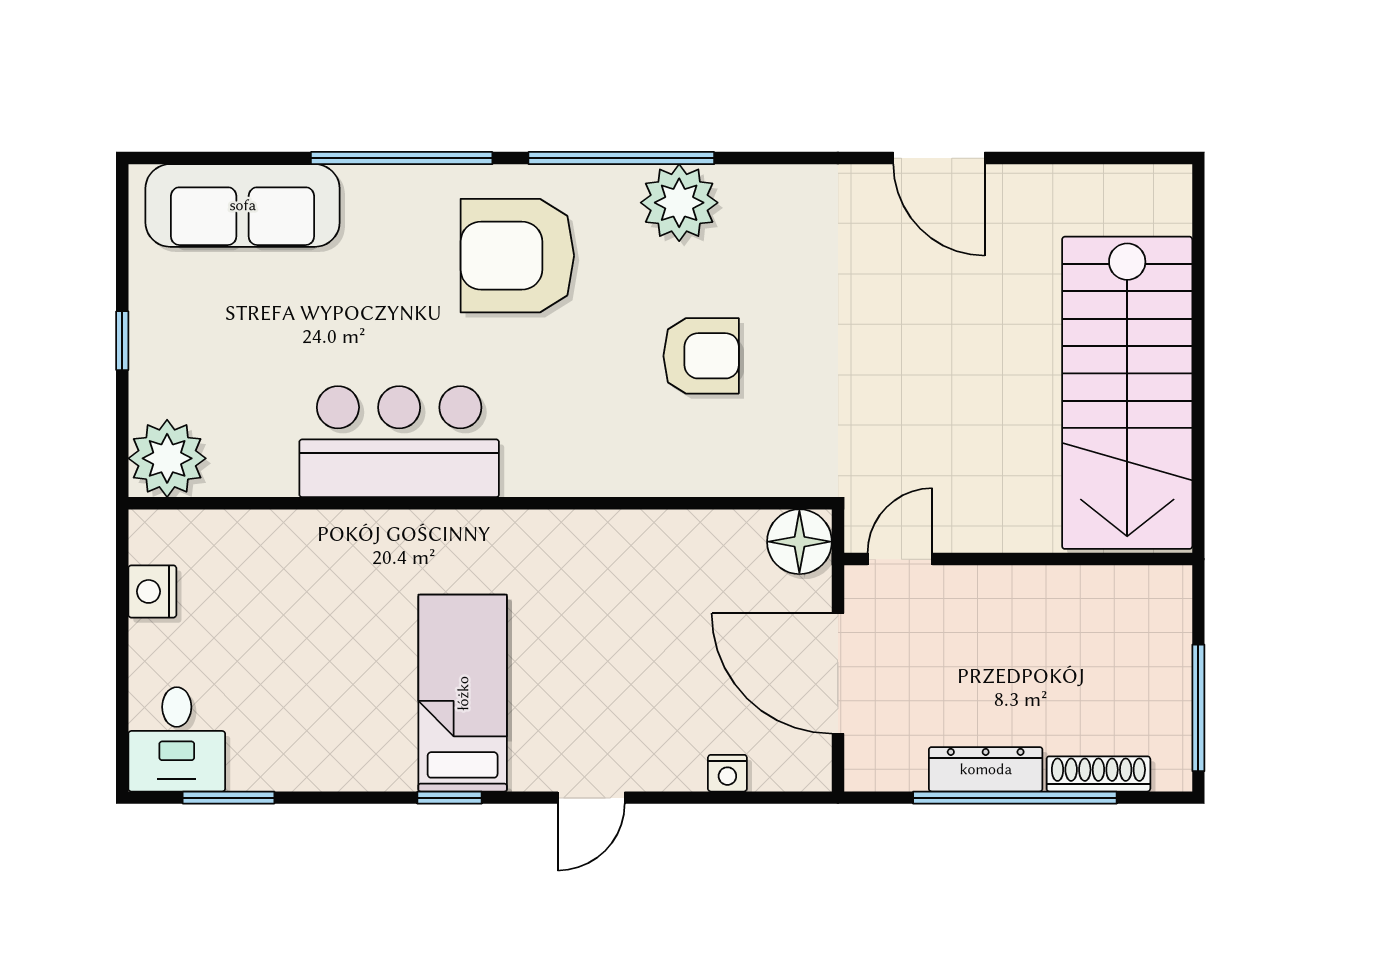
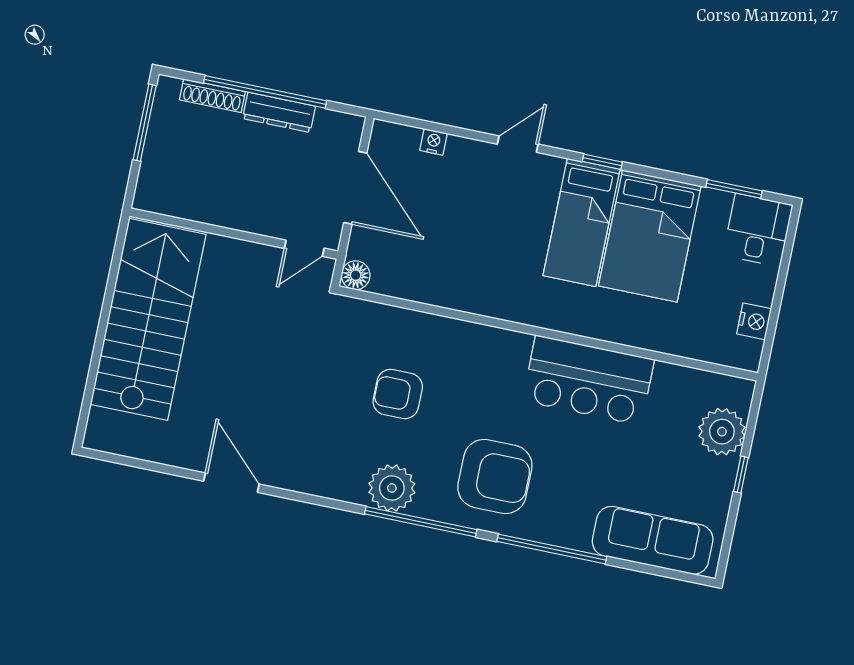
plant: (167, 458) -> (722, 432), moved
floor lamp: (799, 542) -> (356, 275), width x0.73, depth x0.73
bed: (348, 694) -> (650, 236), added

